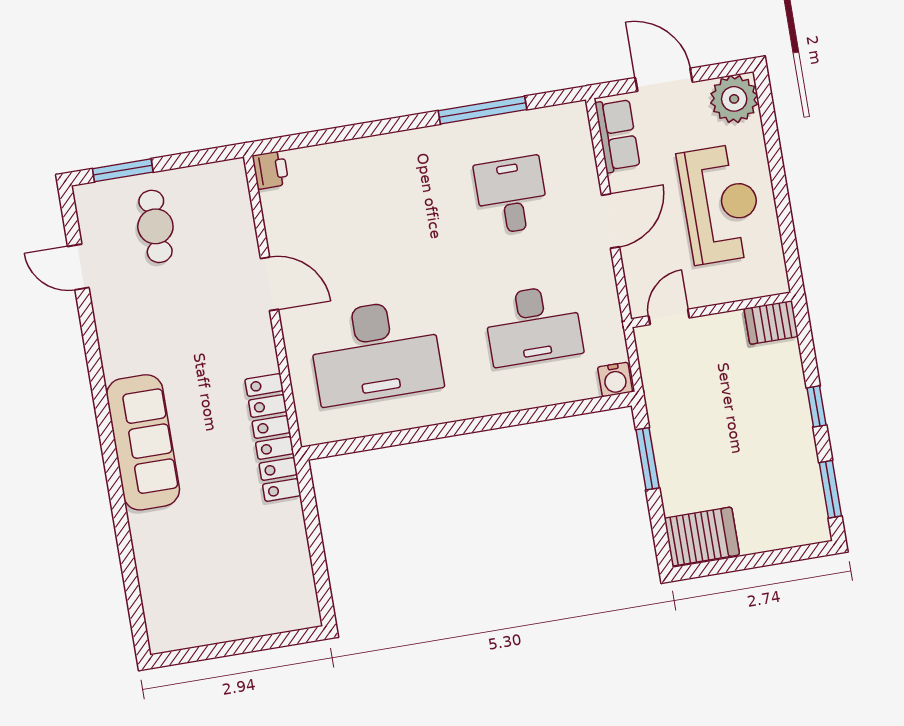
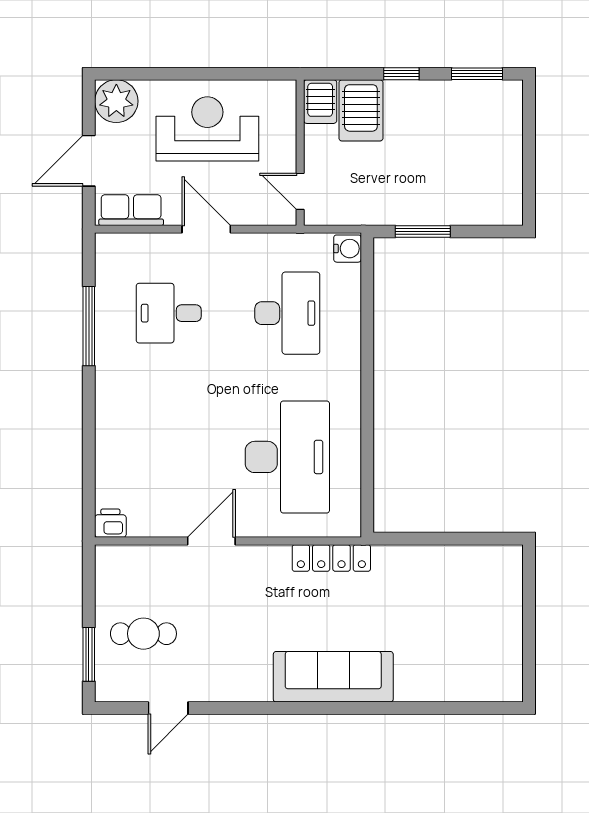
locker: (273, 437) -> (331, 558), width x0.71, depth x0.83
server rack: (702, 537) -> (361, 110), moved, turned 180

